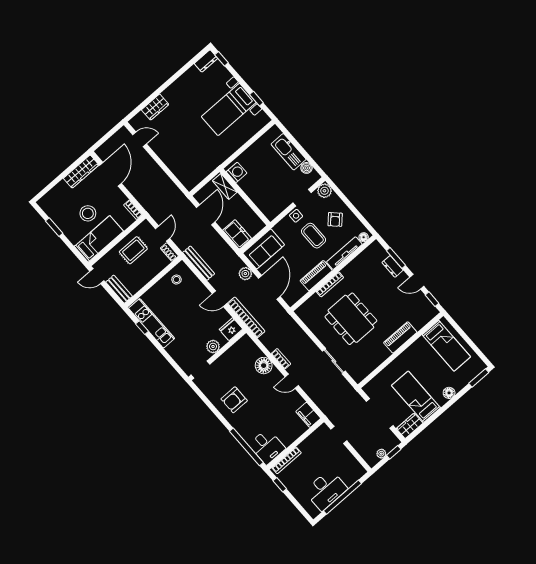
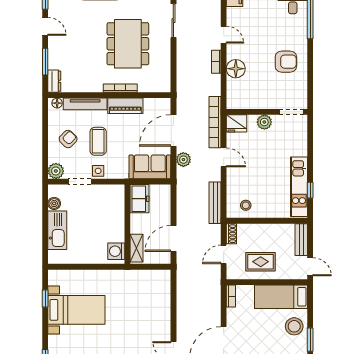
stool: (88, 213) -> (294, 326), moved
freezer: (237, 234) -> (140, 199), moved, turned 180
dresser: (393, 266) -> (54, 81), moved

